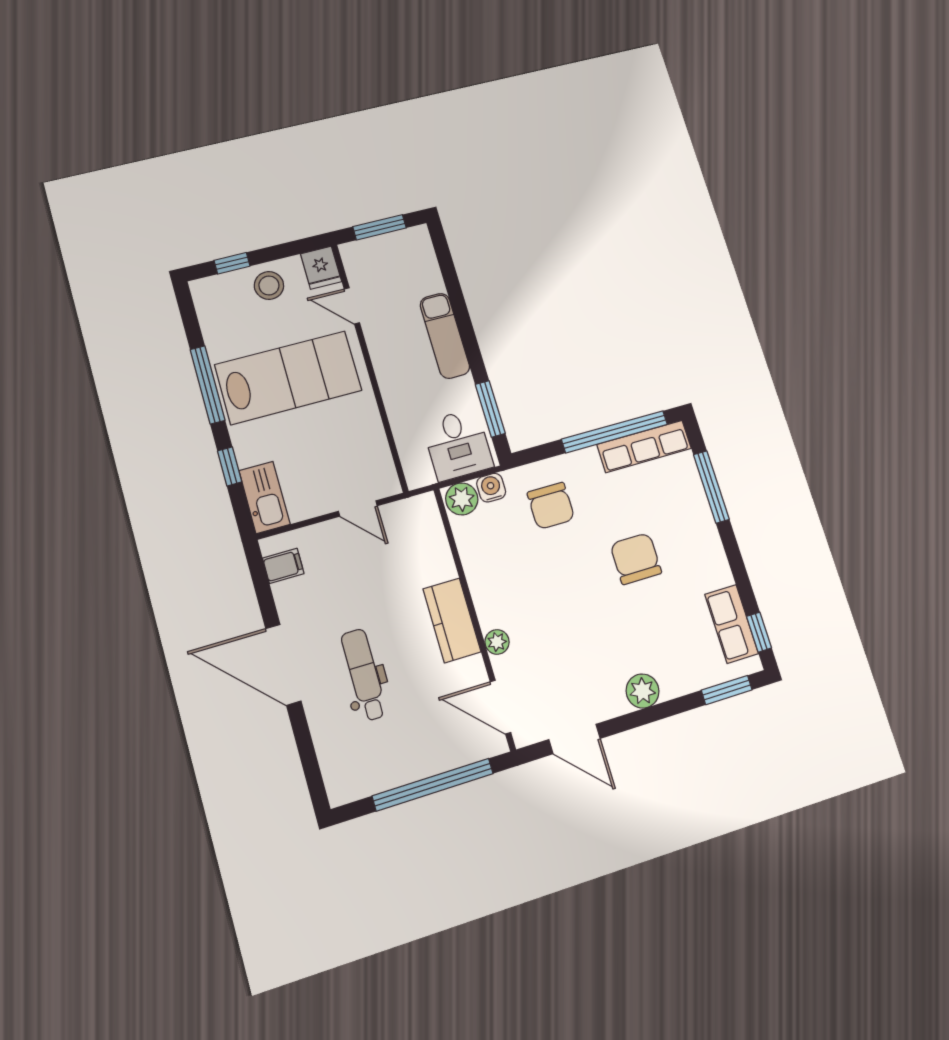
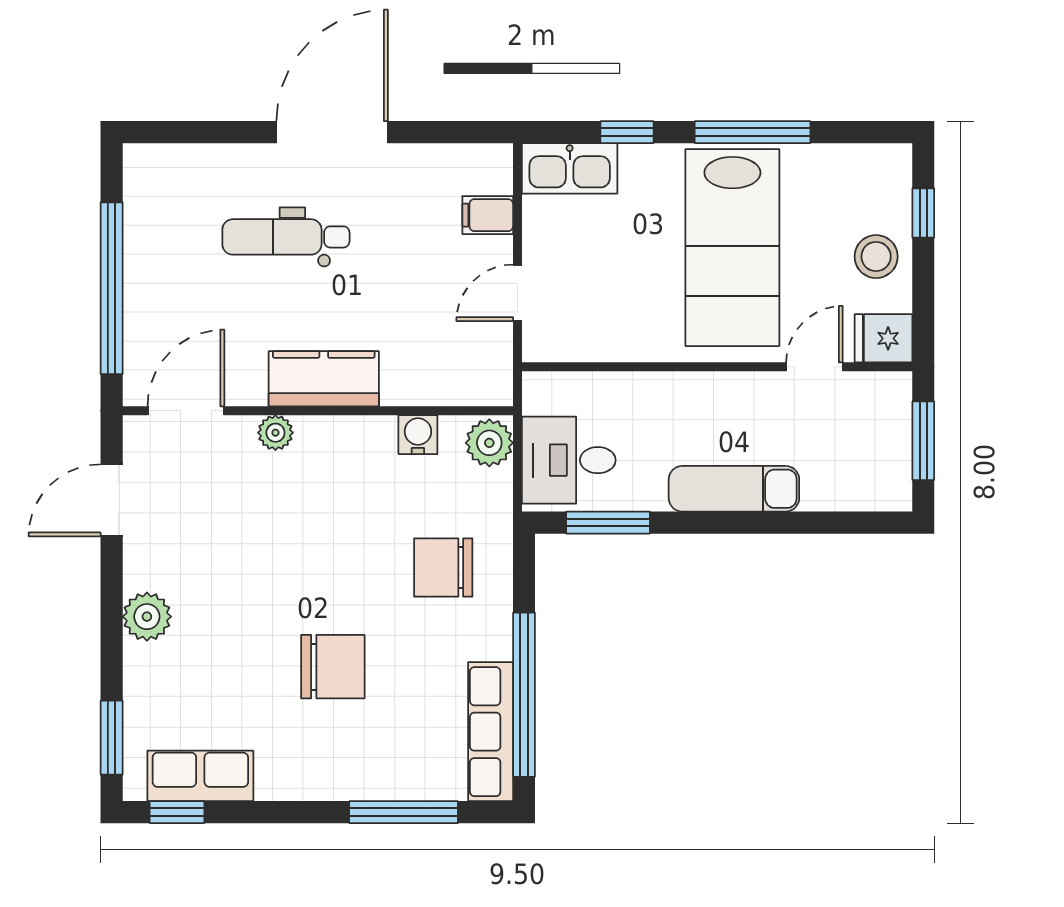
water cooler: (491, 488) -> (418, 435), moved, turned -90
filing cabinet: (283, 566) -> (488, 215), moved, turned 90
dental chair: (364, 675) -> (286, 237), turned 180

